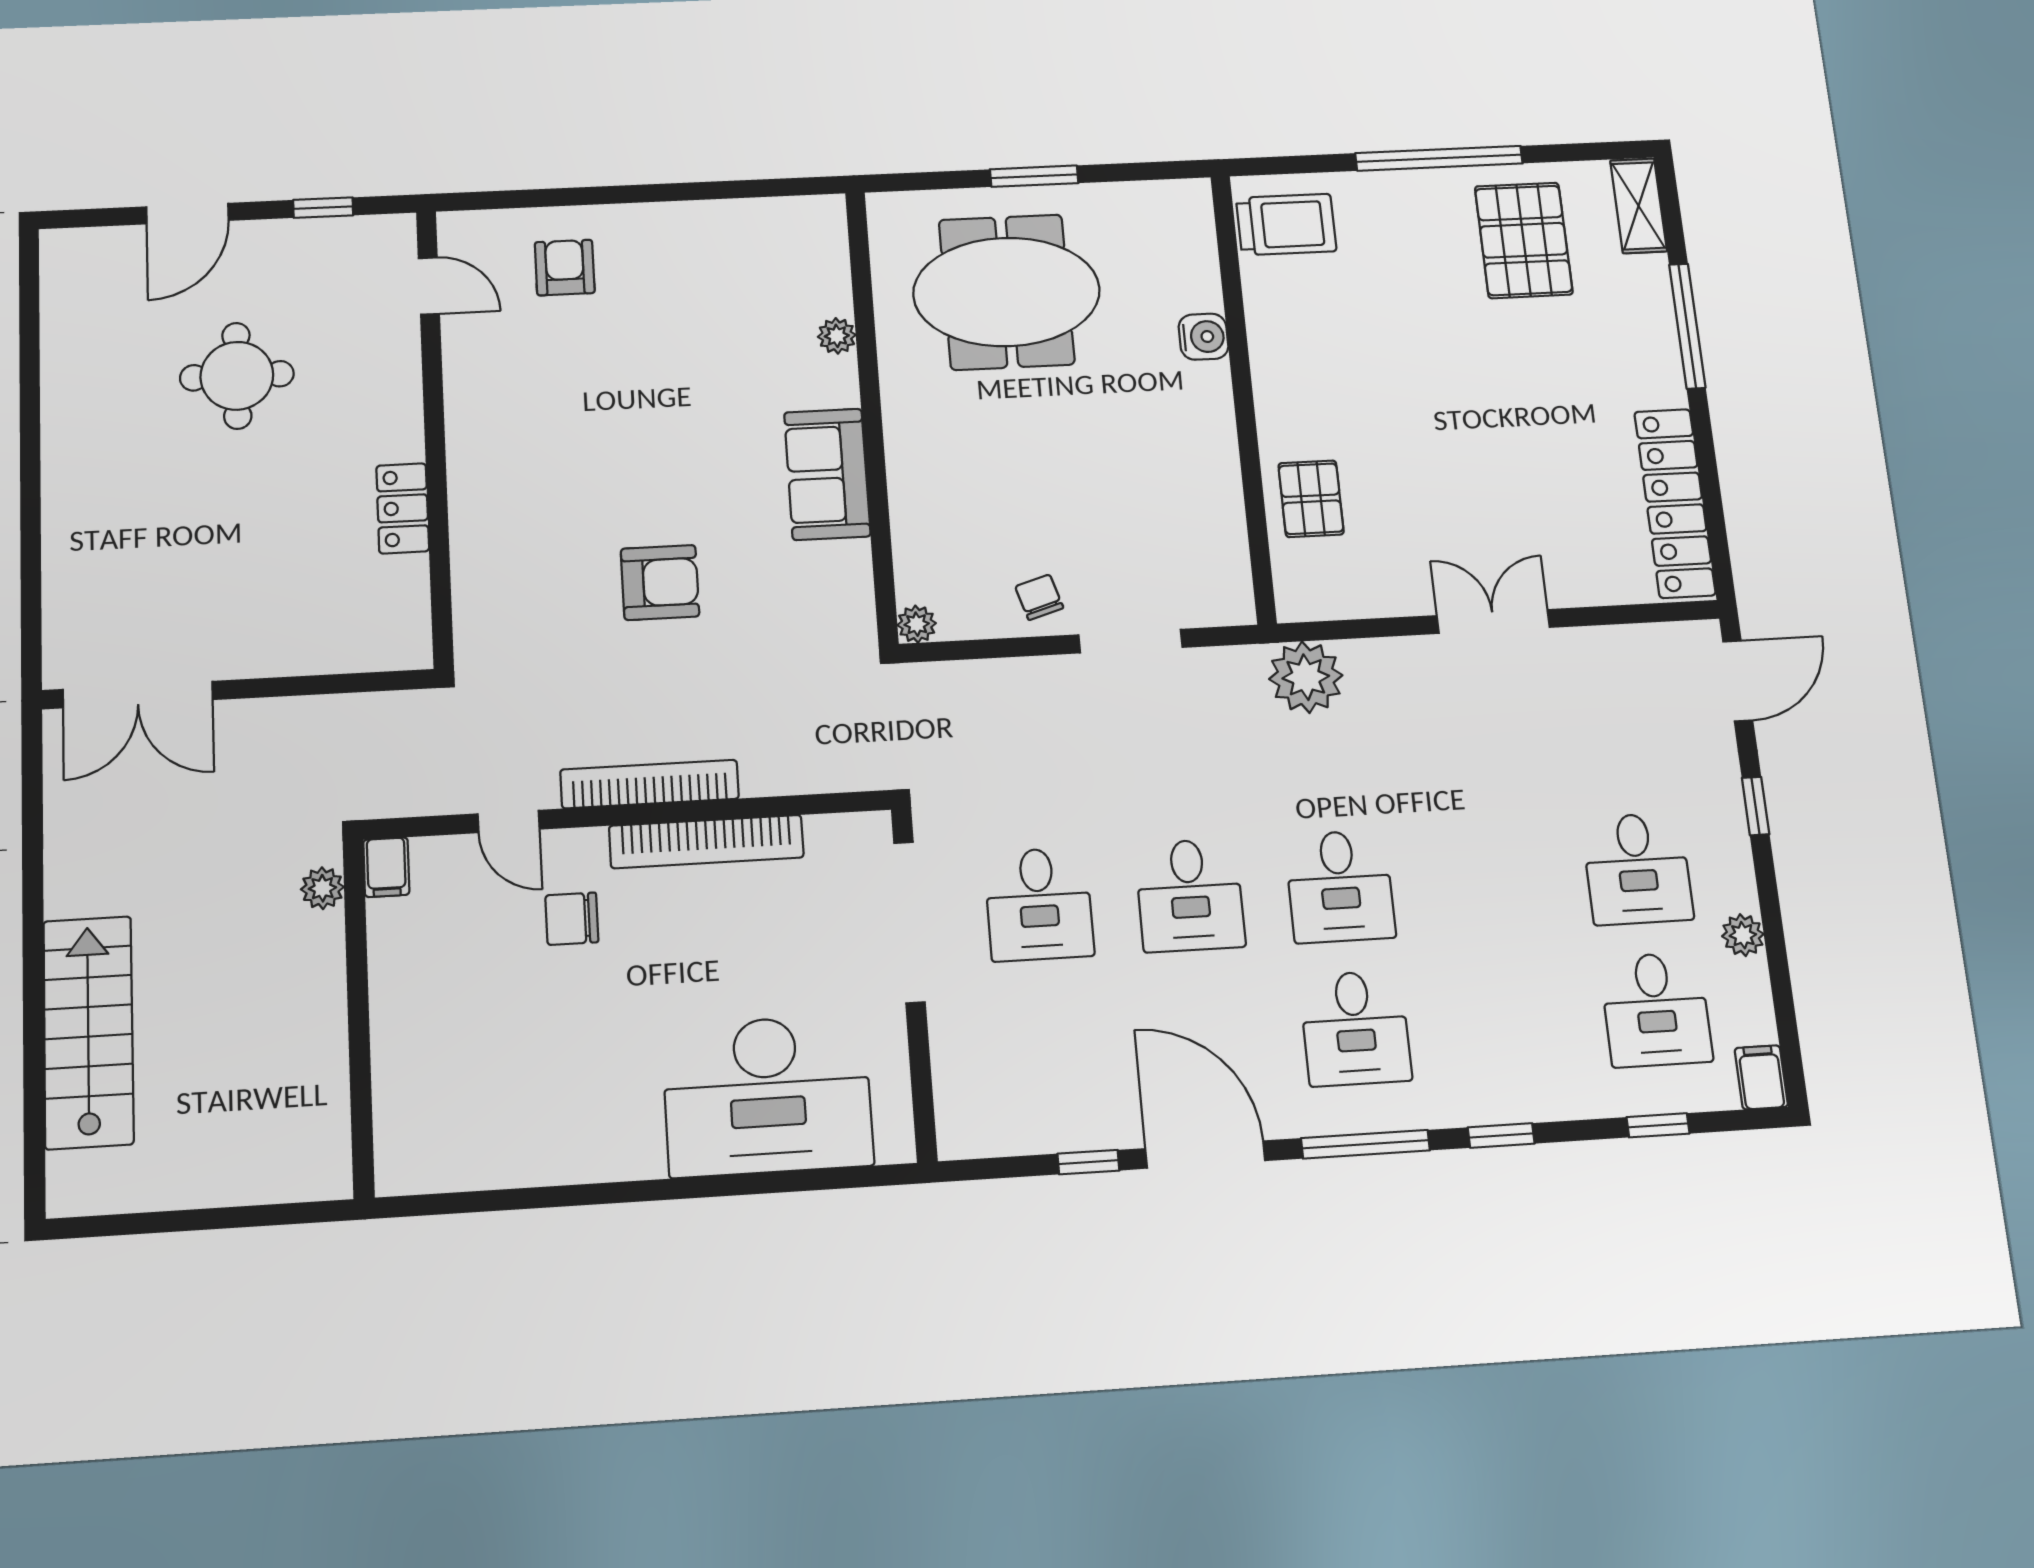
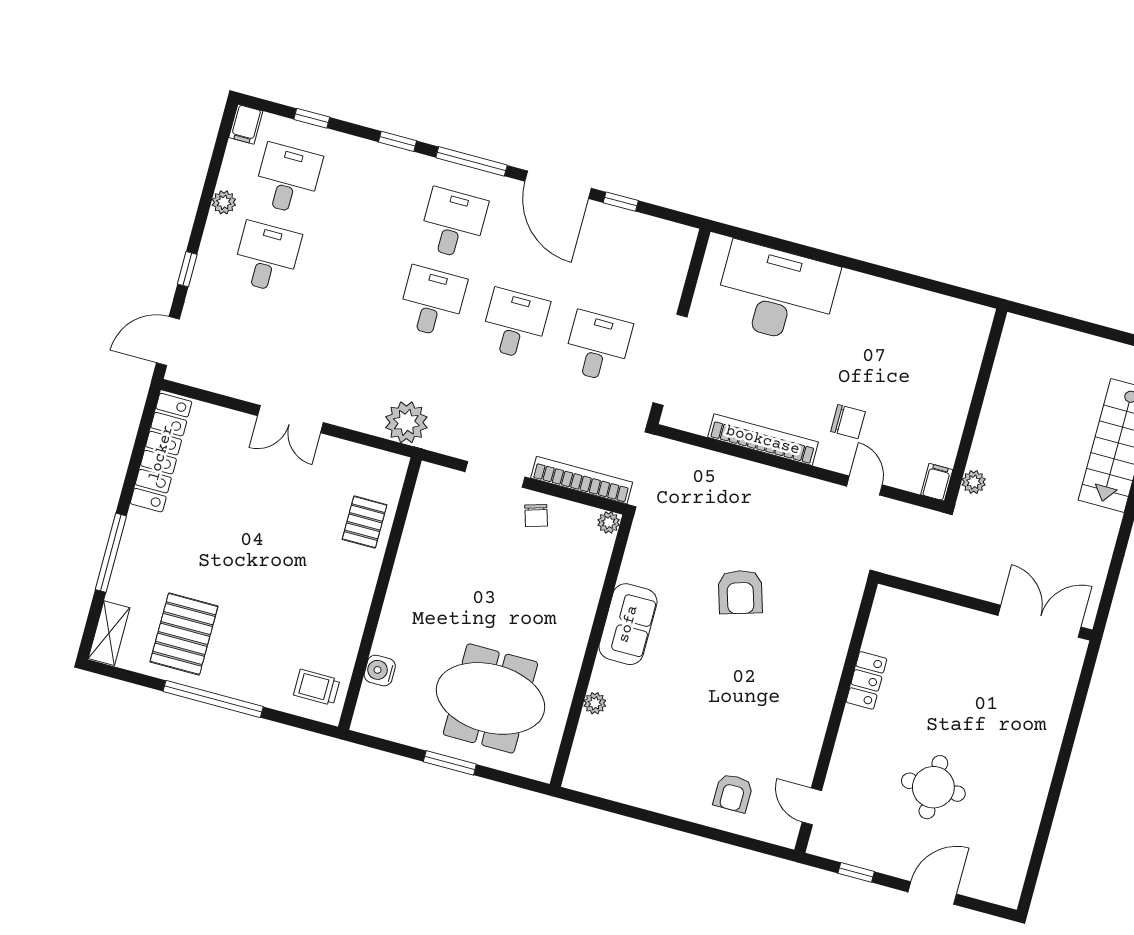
trolley: (1286, 225) -> (317, 687), width x0.73, depth x0.72
water cooler: (1203, 337) -> (380, 670), moved
armchair: (660, 582) -> (740, 592), turned -107
bookcase: (650, 784) -> (582, 480), moved, turned 180

